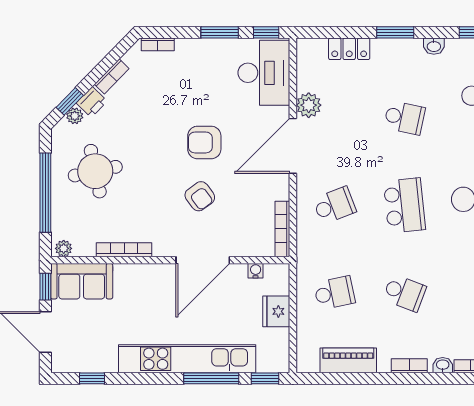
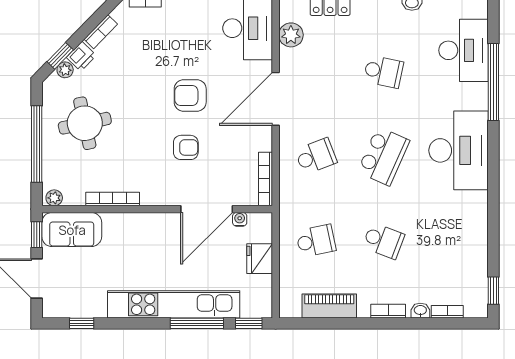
plant: (309, 105) -> (291, 35), moved
armchair: (200, 196) -> (186, 147), turned -54
school desk: (404, 205) -> (383, 156), turned 30
door: (203, 260) -> (207, 209), moved

